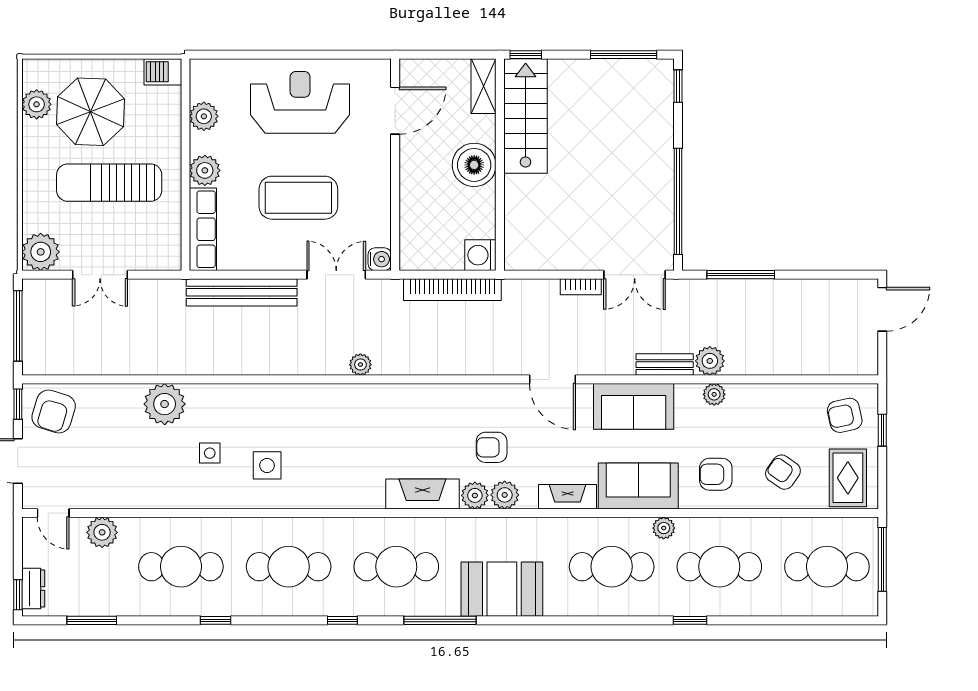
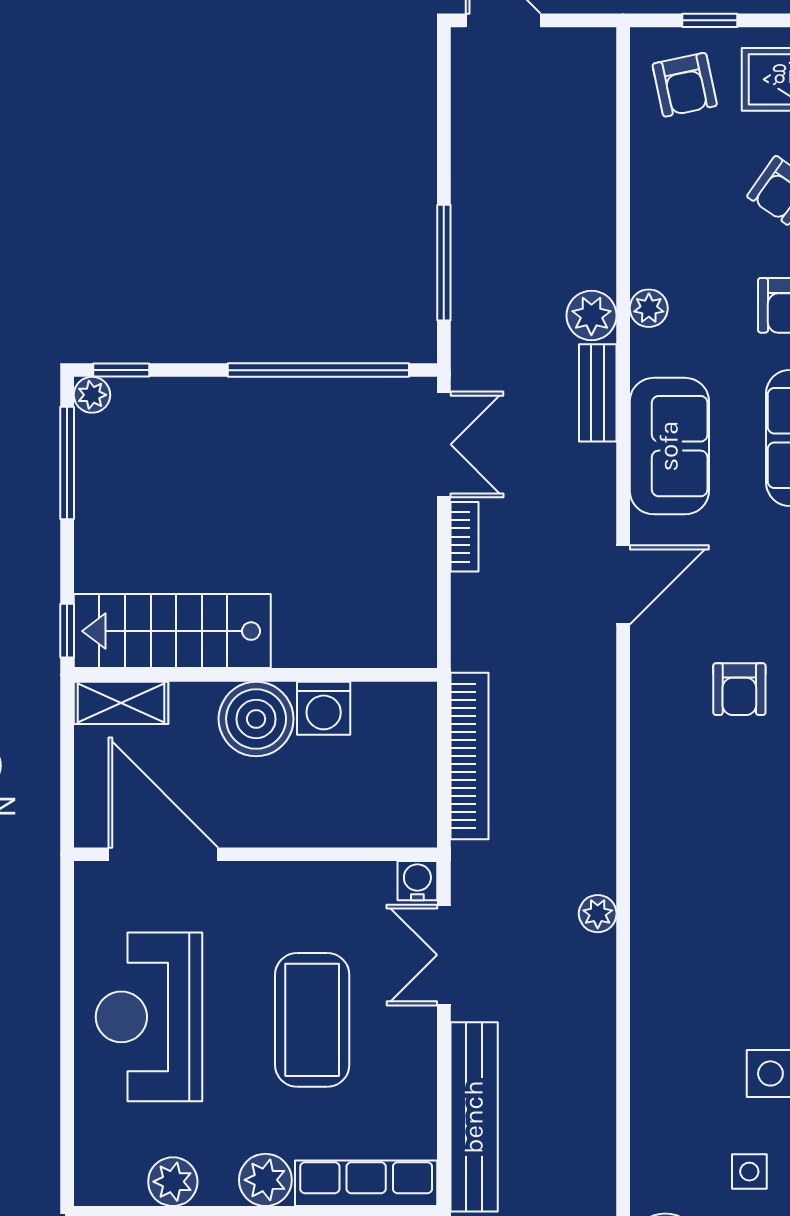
plant: (664, 69) -> (92, 395), added
door: (395, 111) -> (163, 854), width x1.36
washing machine: (480, 255) -> (324, 708), moved

